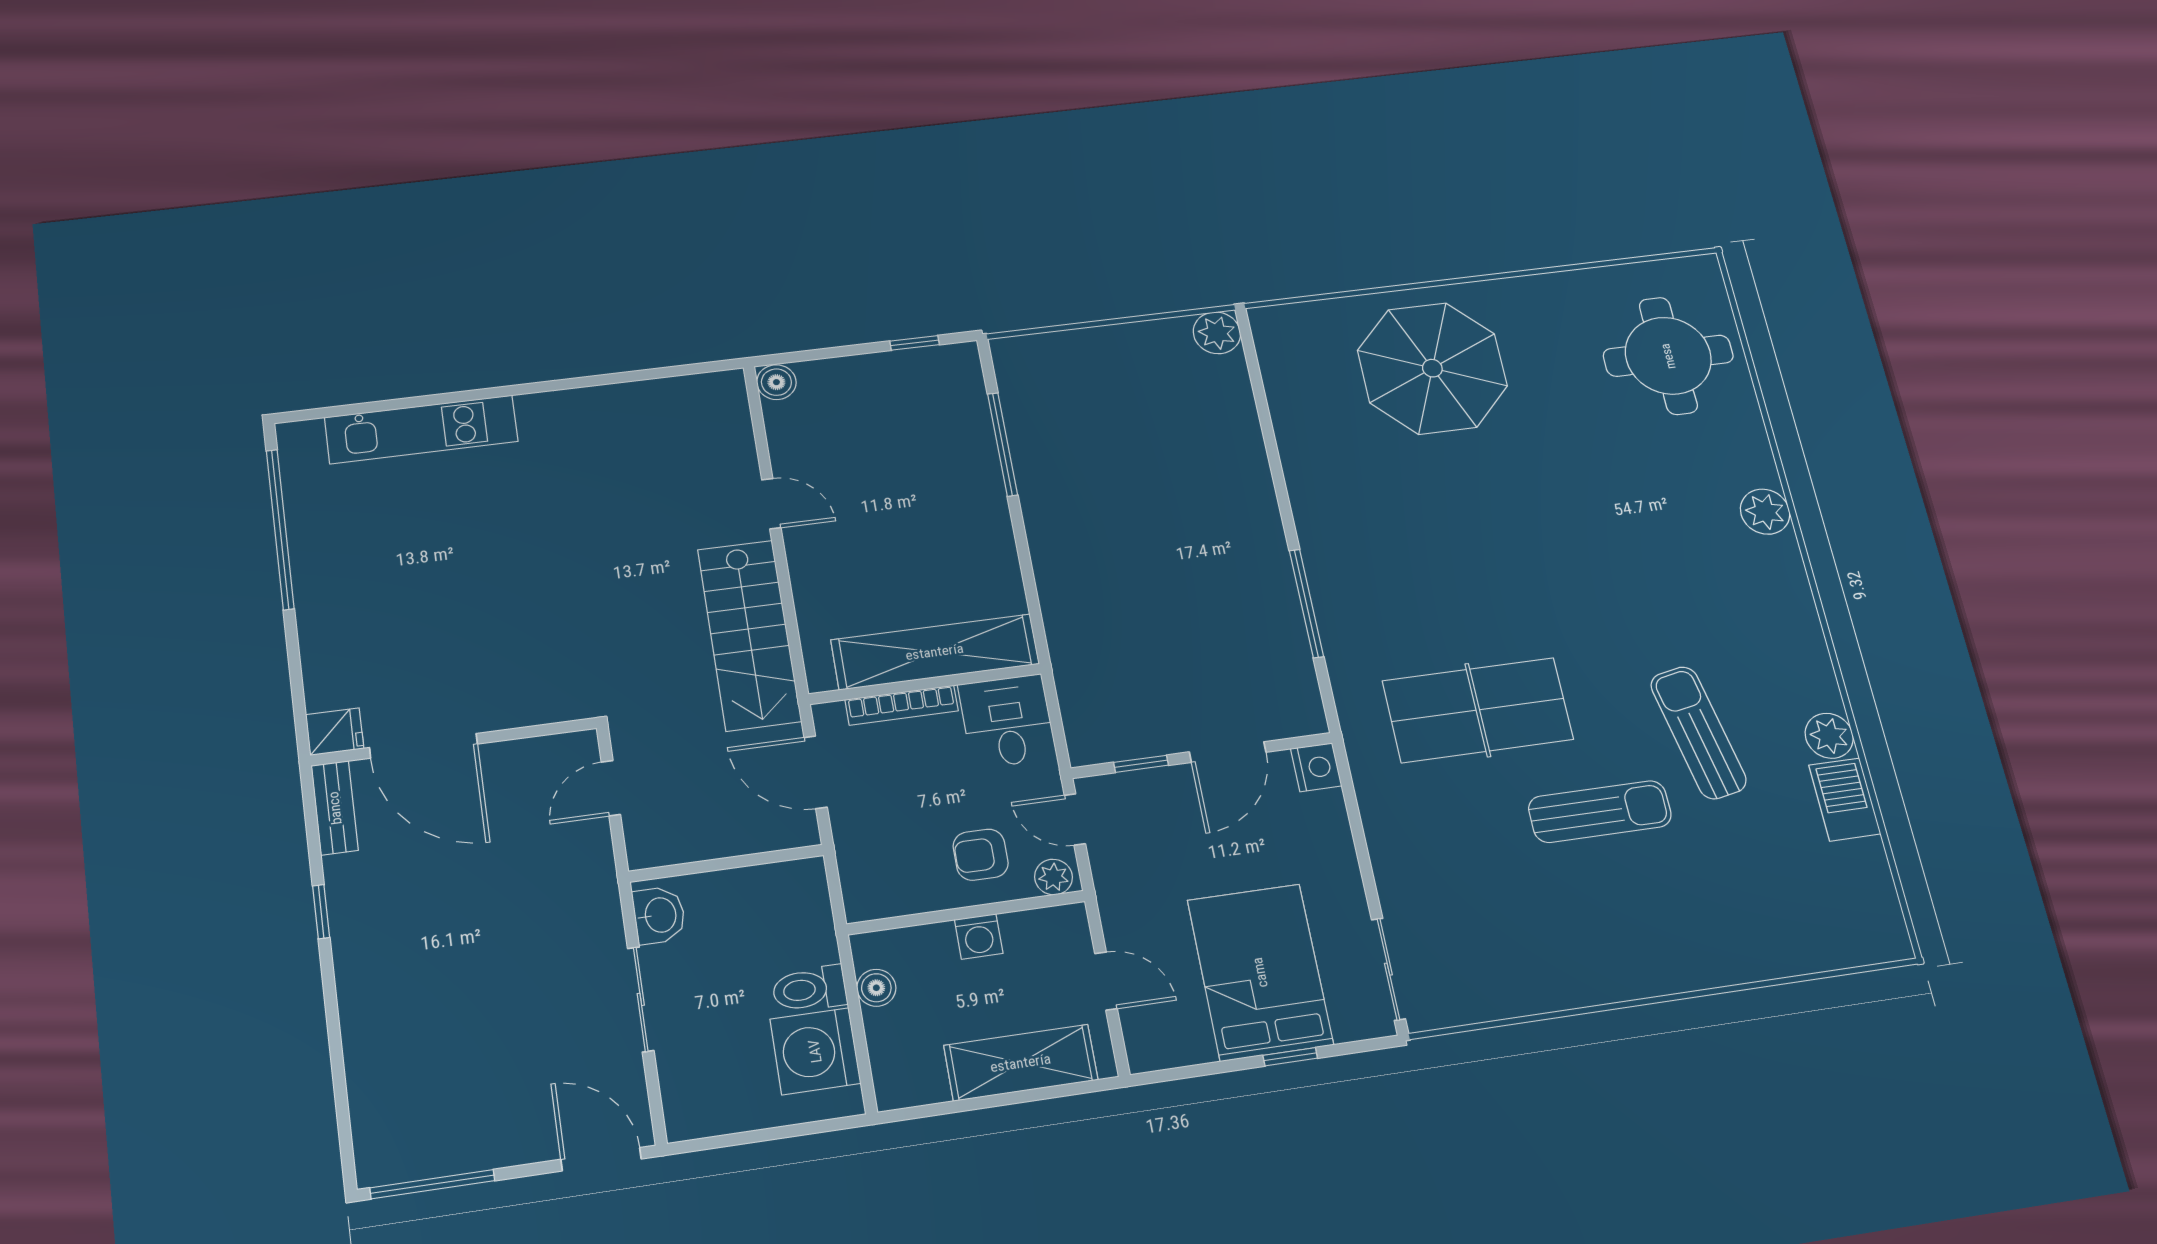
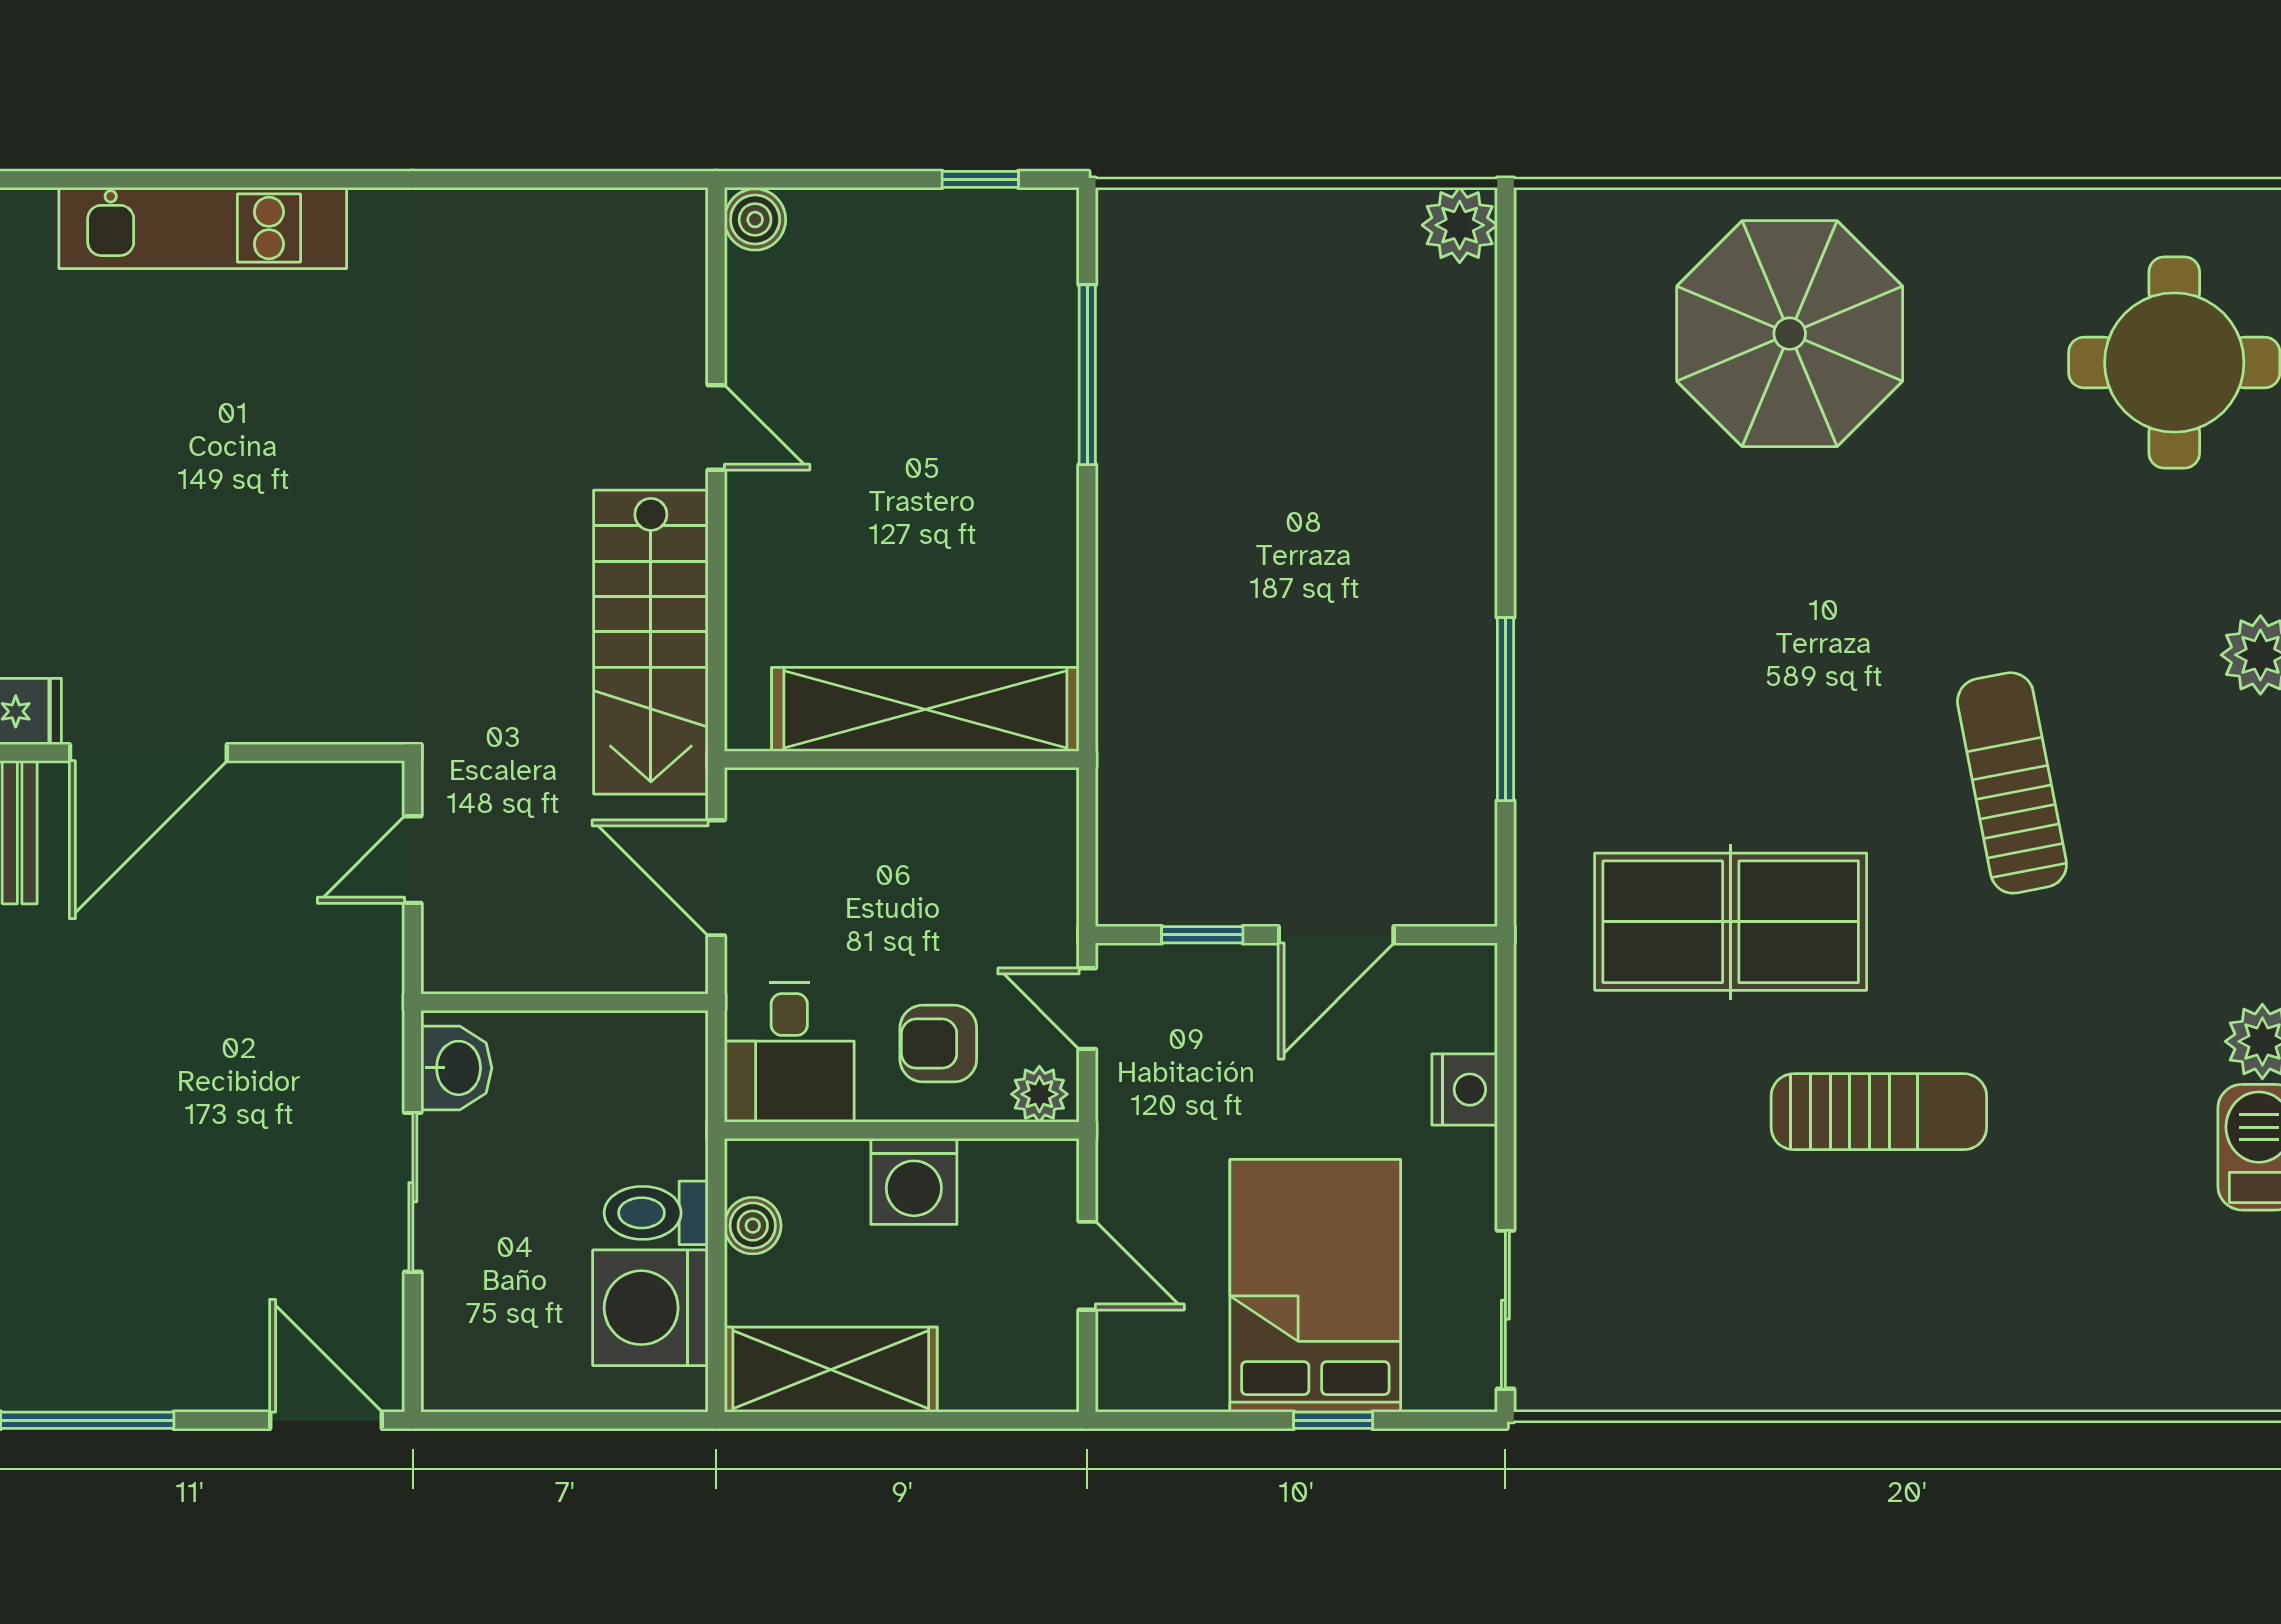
bookcase: (902, 705) -> (861, 789), removed
desk: (1007, 721) -> (789, 1052), moved, turned 180
sun lounger: (1698, 733) -> (2012, 783), moved
door: (423, 746) -> (148, 753), hinge flipped
nightstand: (1316, 767) -> (1465, 1090), moved
washing machine: (979, 936) -> (914, 1181), width x1.38, depth x1.38
shelving: (1021, 1063) -> (831, 1370), moved

